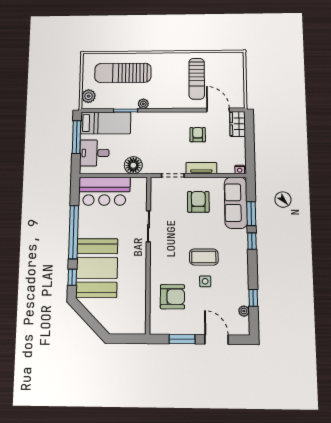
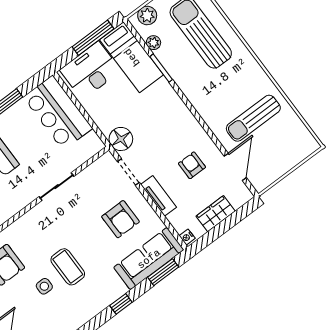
plant: (143, 104) -> (153, 43), moved
wardrobe: (238, 124) -> (216, 214), moved
armchair: (198, 135) -> (192, 165), turned -90
desk: (94, 153) -> (90, 70), width x1.37
floor lamp: (133, 165) -> (121, 139), moved
armchair: (198, 202) -> (120, 219), turned 90
window: (251, 214) -> (163, 272), moved

